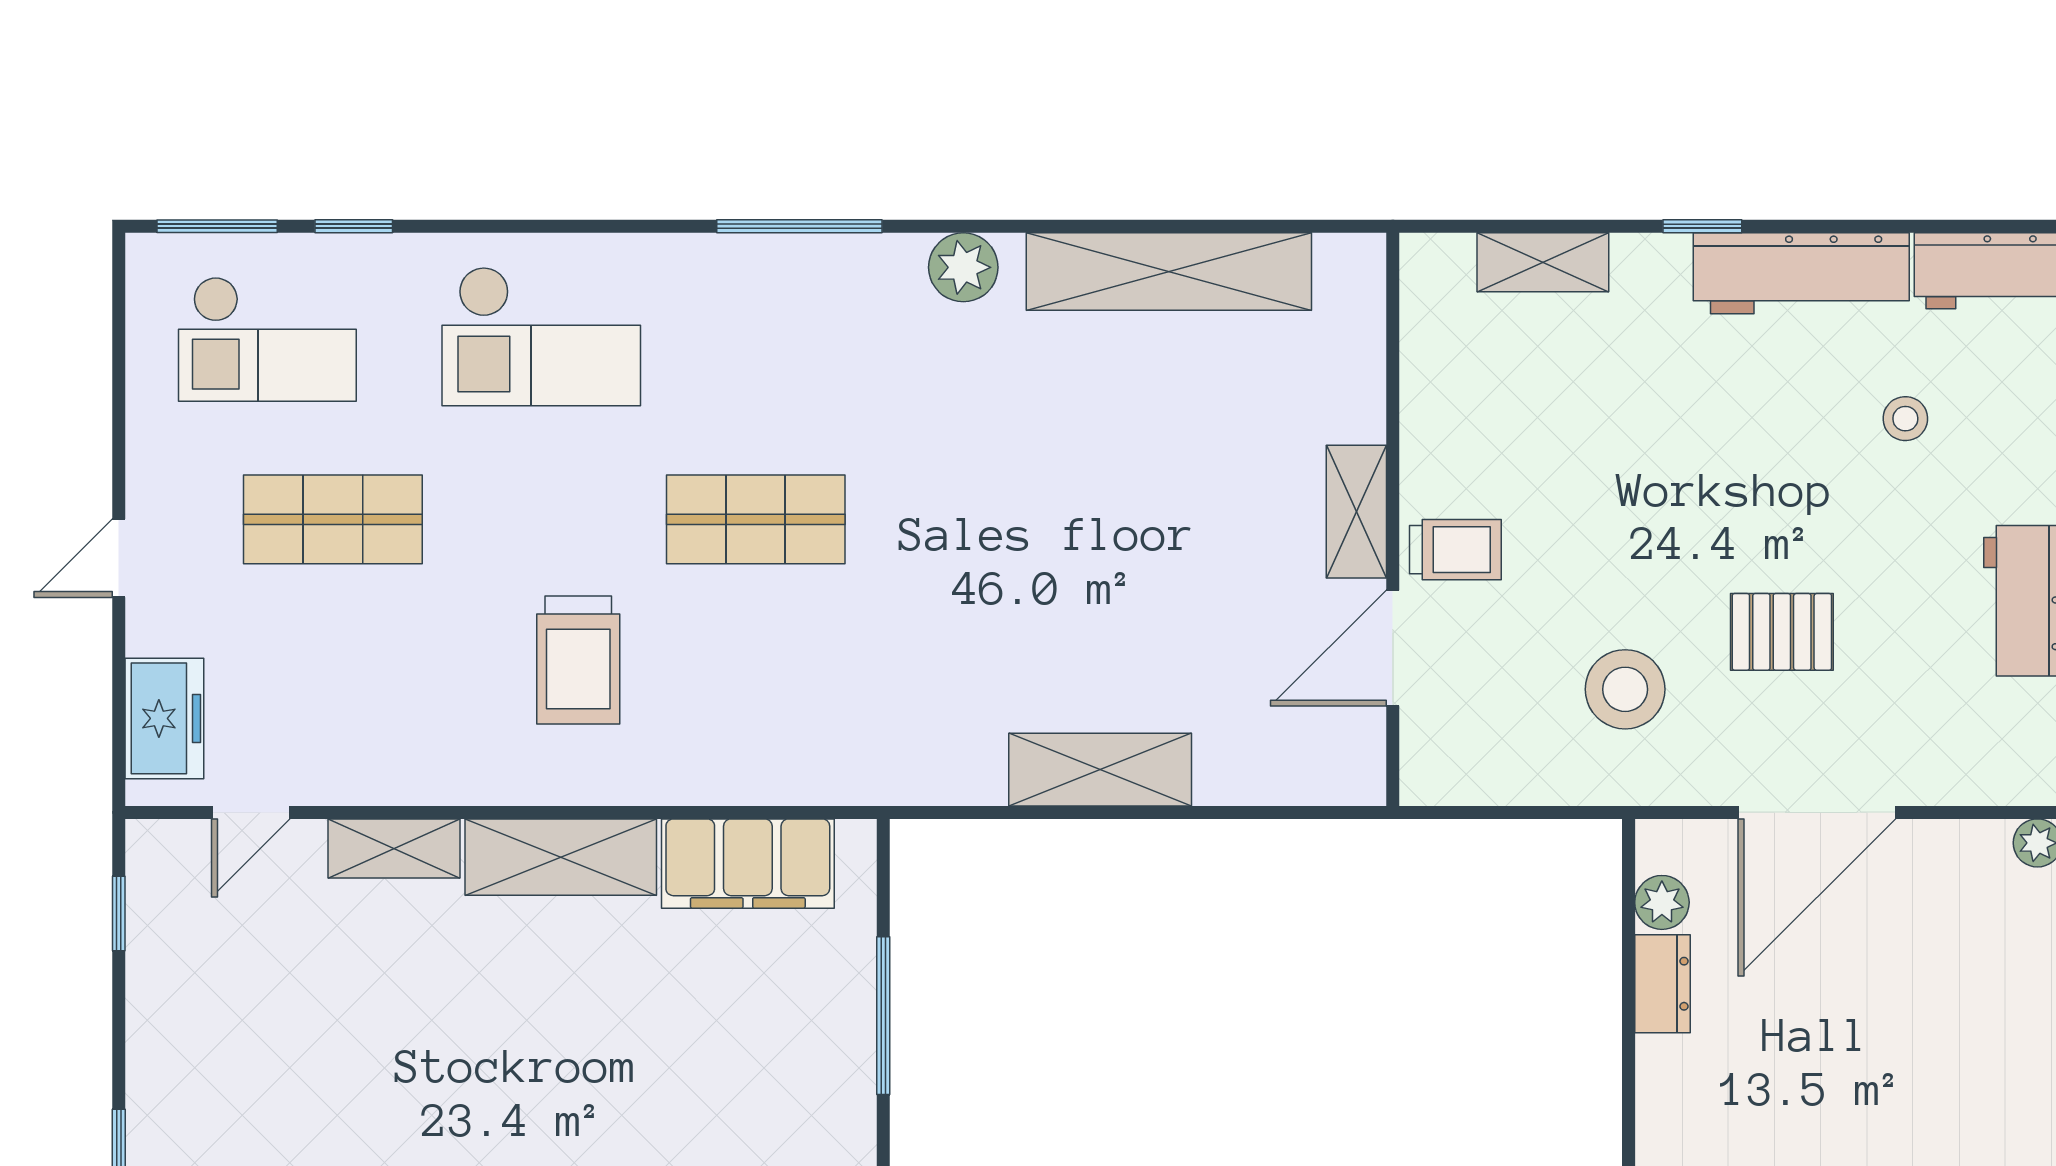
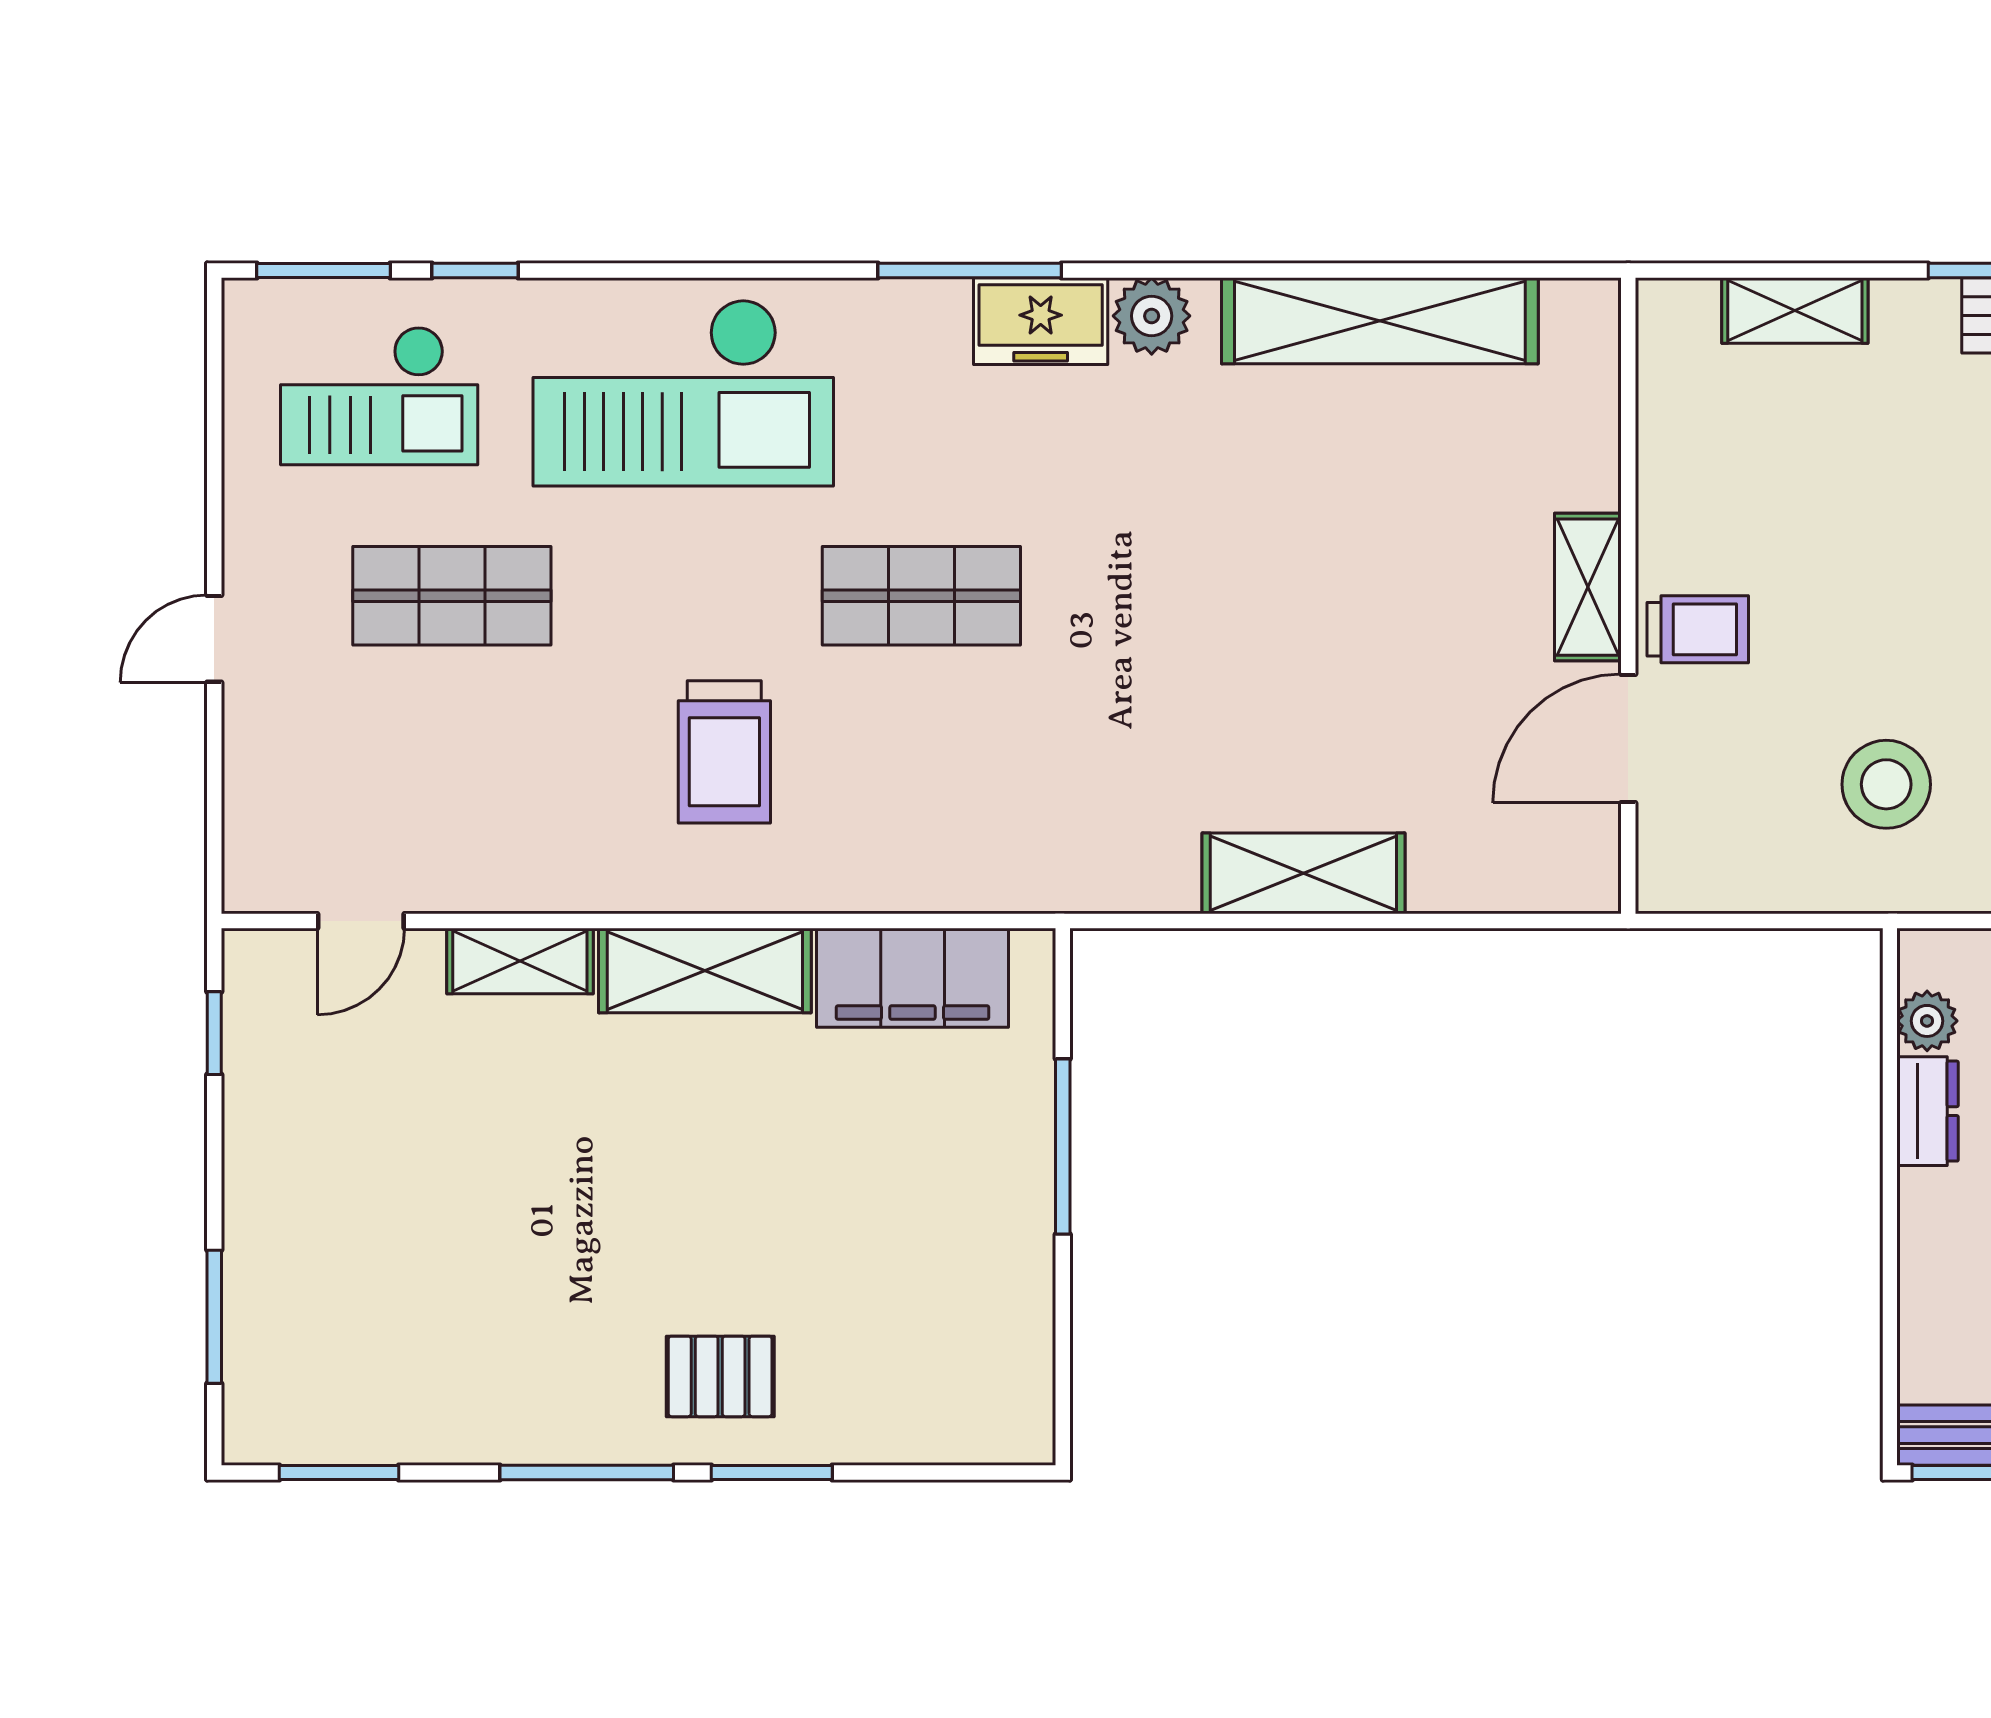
checkout: (541, 336) -> (683, 392), width x1.36, depth x1.21
freezer: (164, 718) -> (1041, 321), moved, turned 90

